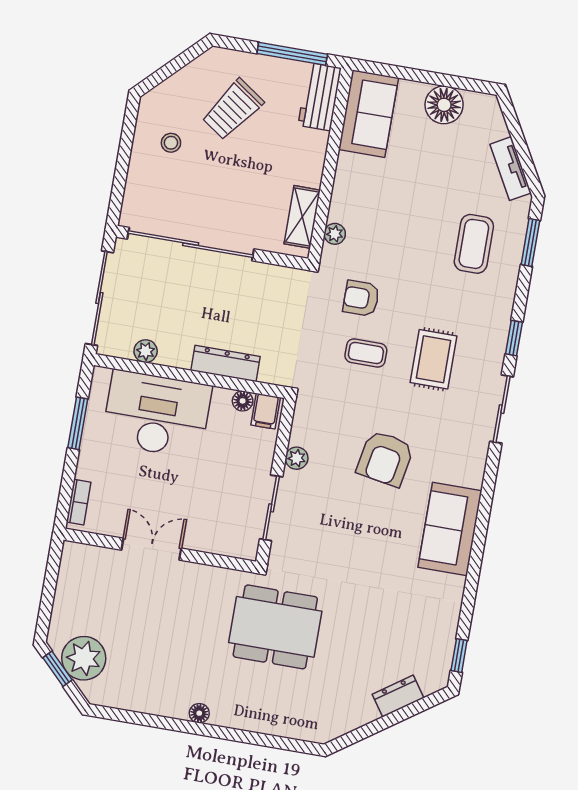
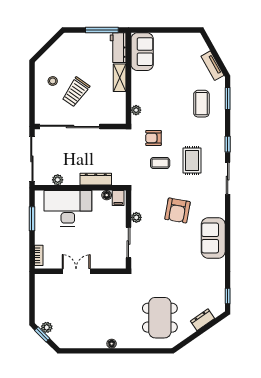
floor lamp: (444, 105) -> (176, 41), removed
trolley: (233, 109) -> (76, 92), moved
shelving: (302, 217) -> (120, 78), moved
dining table: (275, 627) -> (160, 318), moved, turned 90
plant: (84, 658) -> (47, 327), width x0.53, depth x0.53

